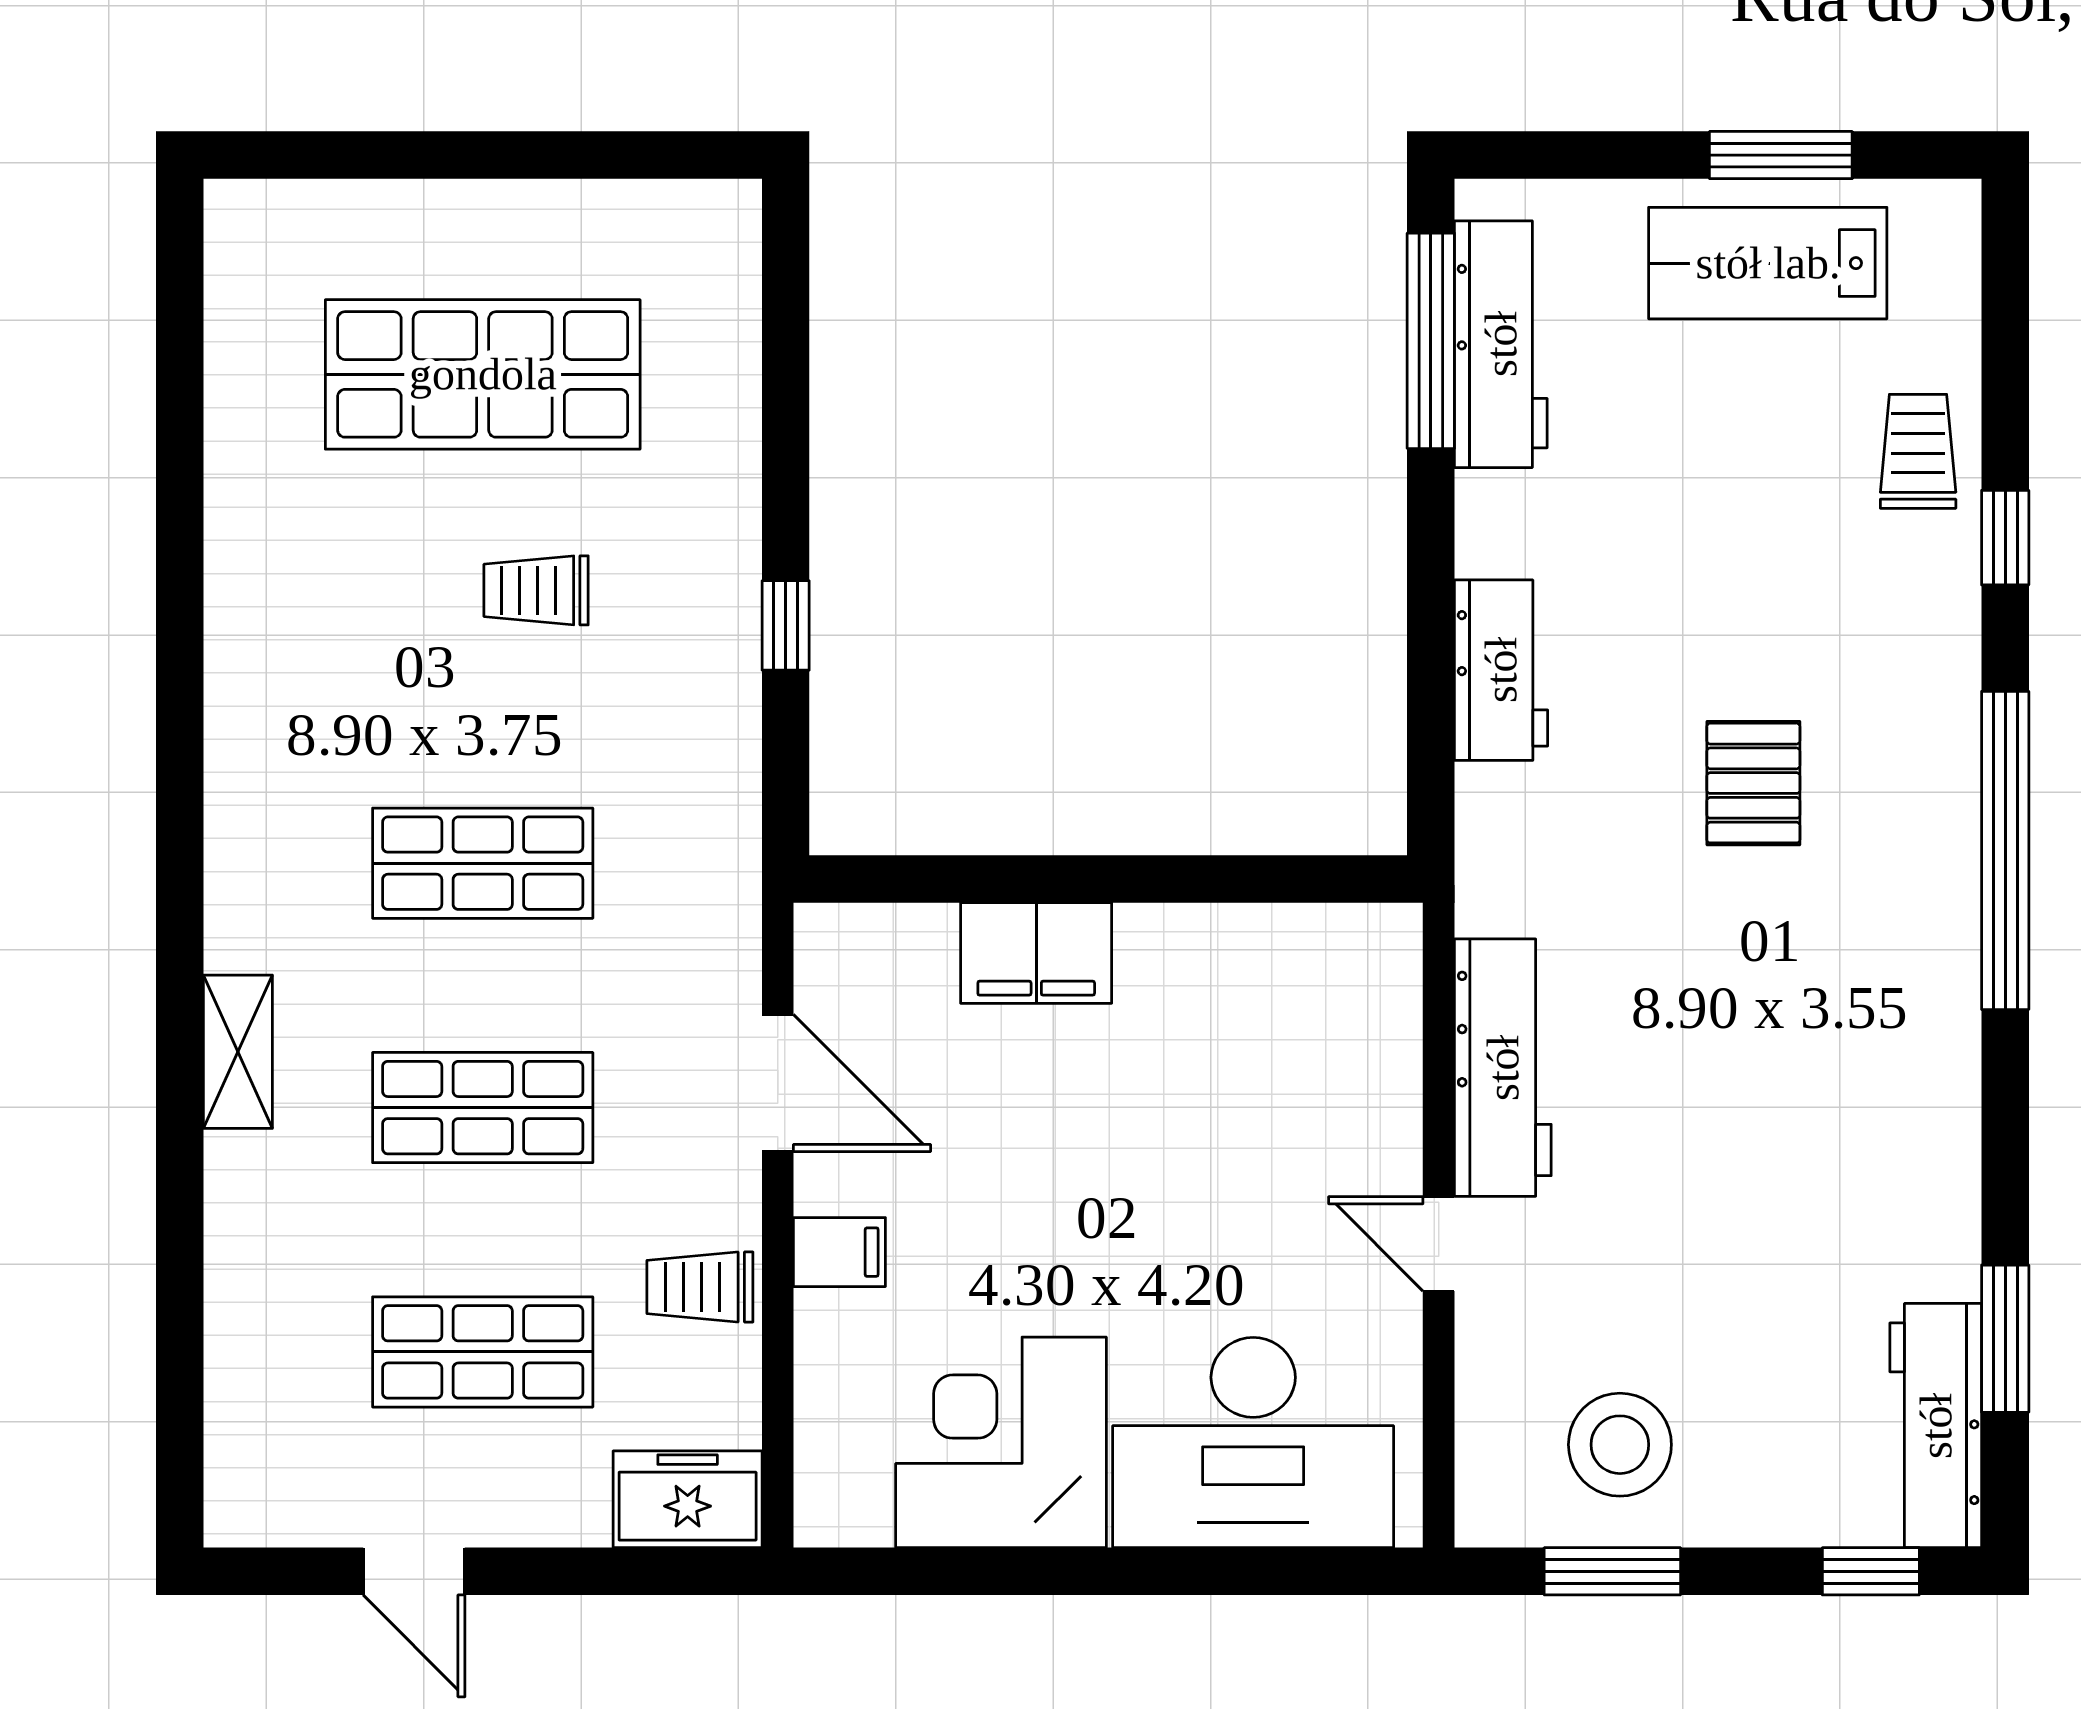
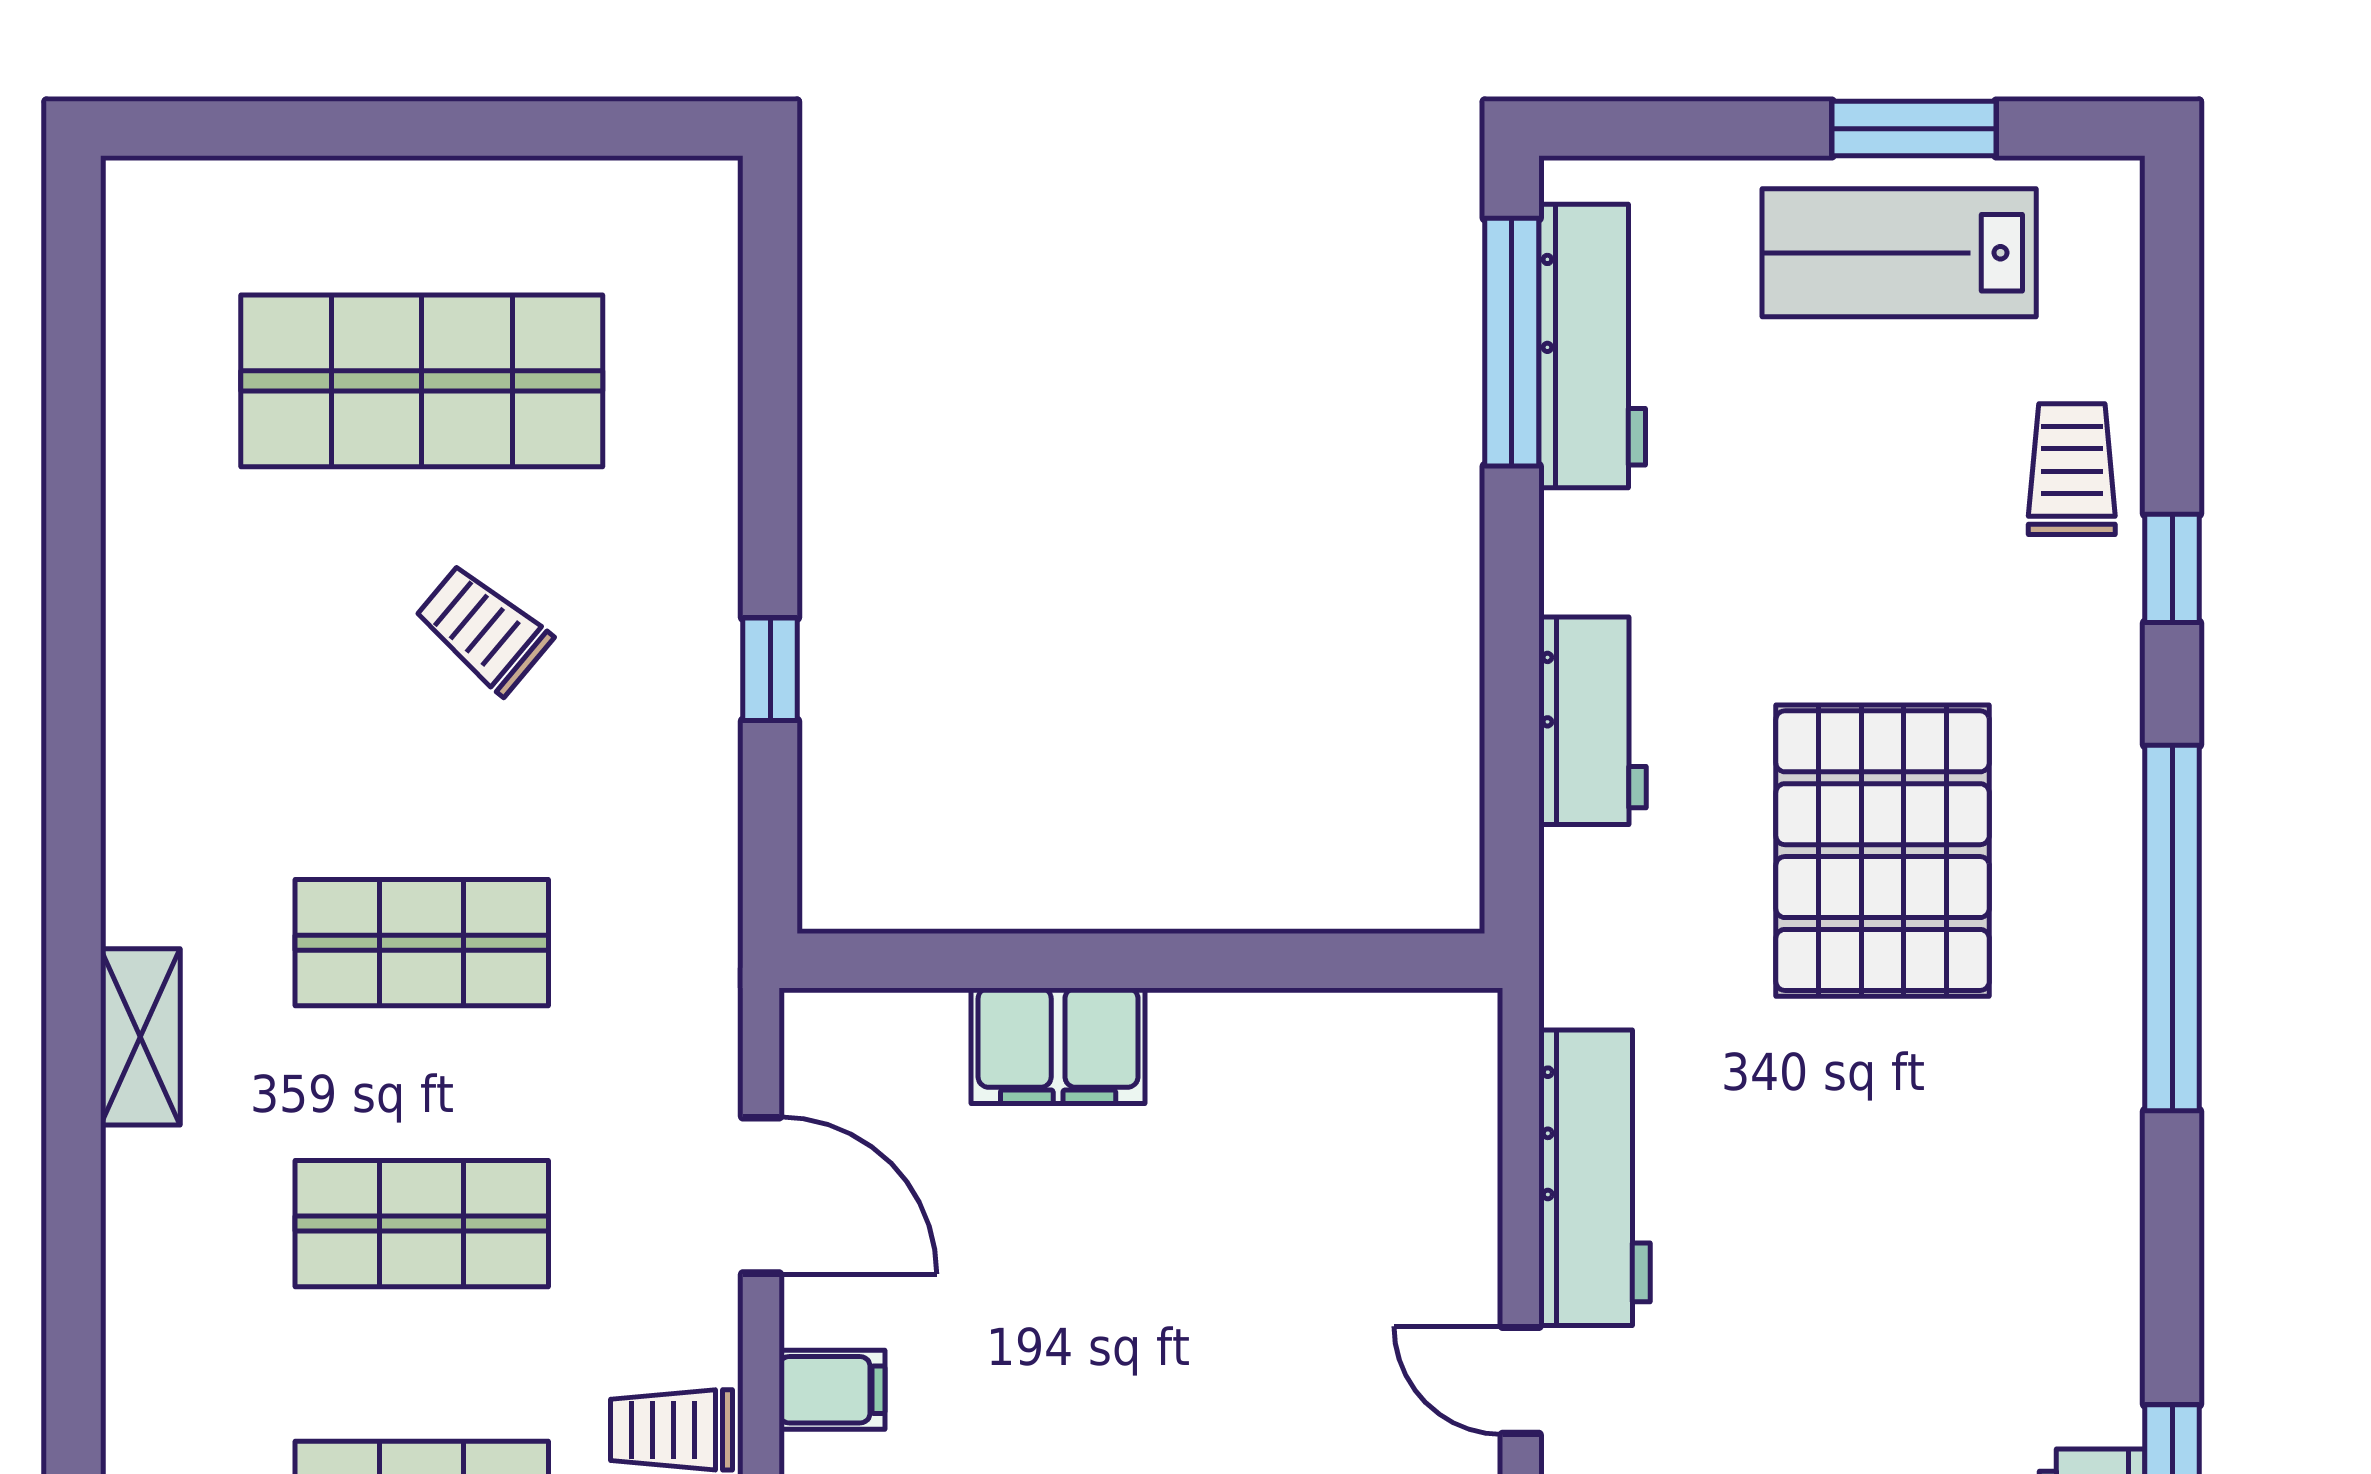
trolley: (536, 590) -> (483, 629), turned 40
pallet: (1753, 783) -> (1883, 851), width x2.05, depth x2.00
shelving: (238, 1052) -> (140, 1037), moved

